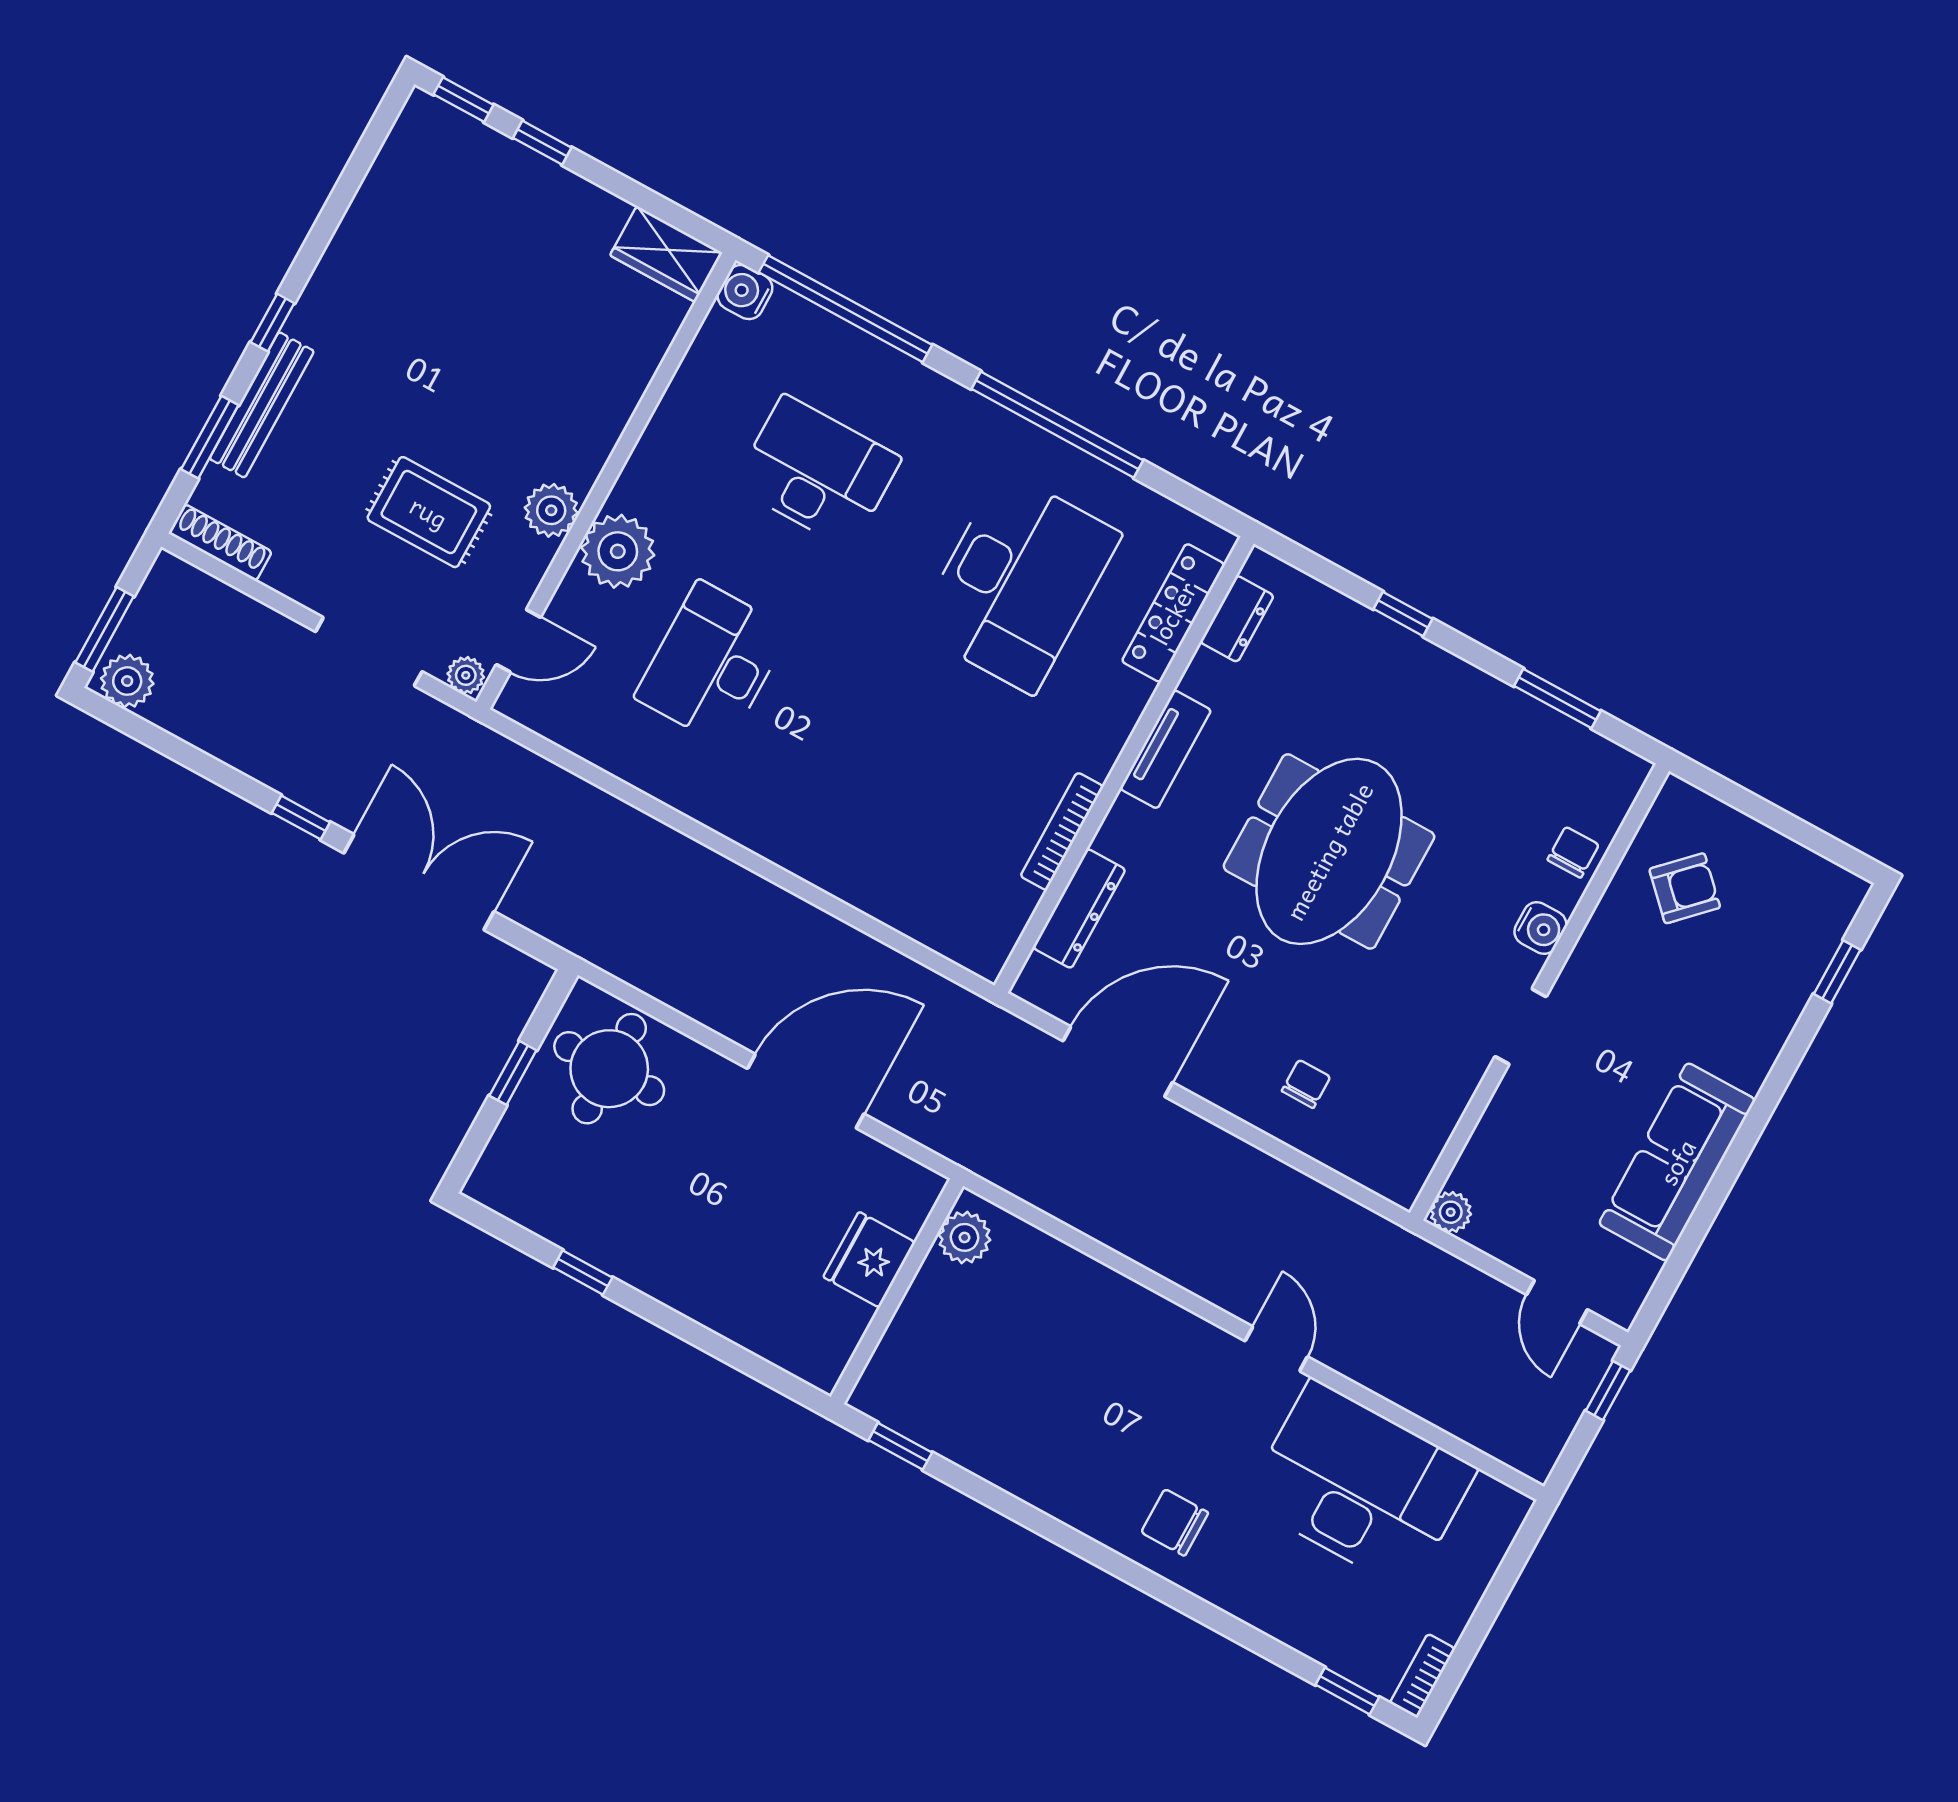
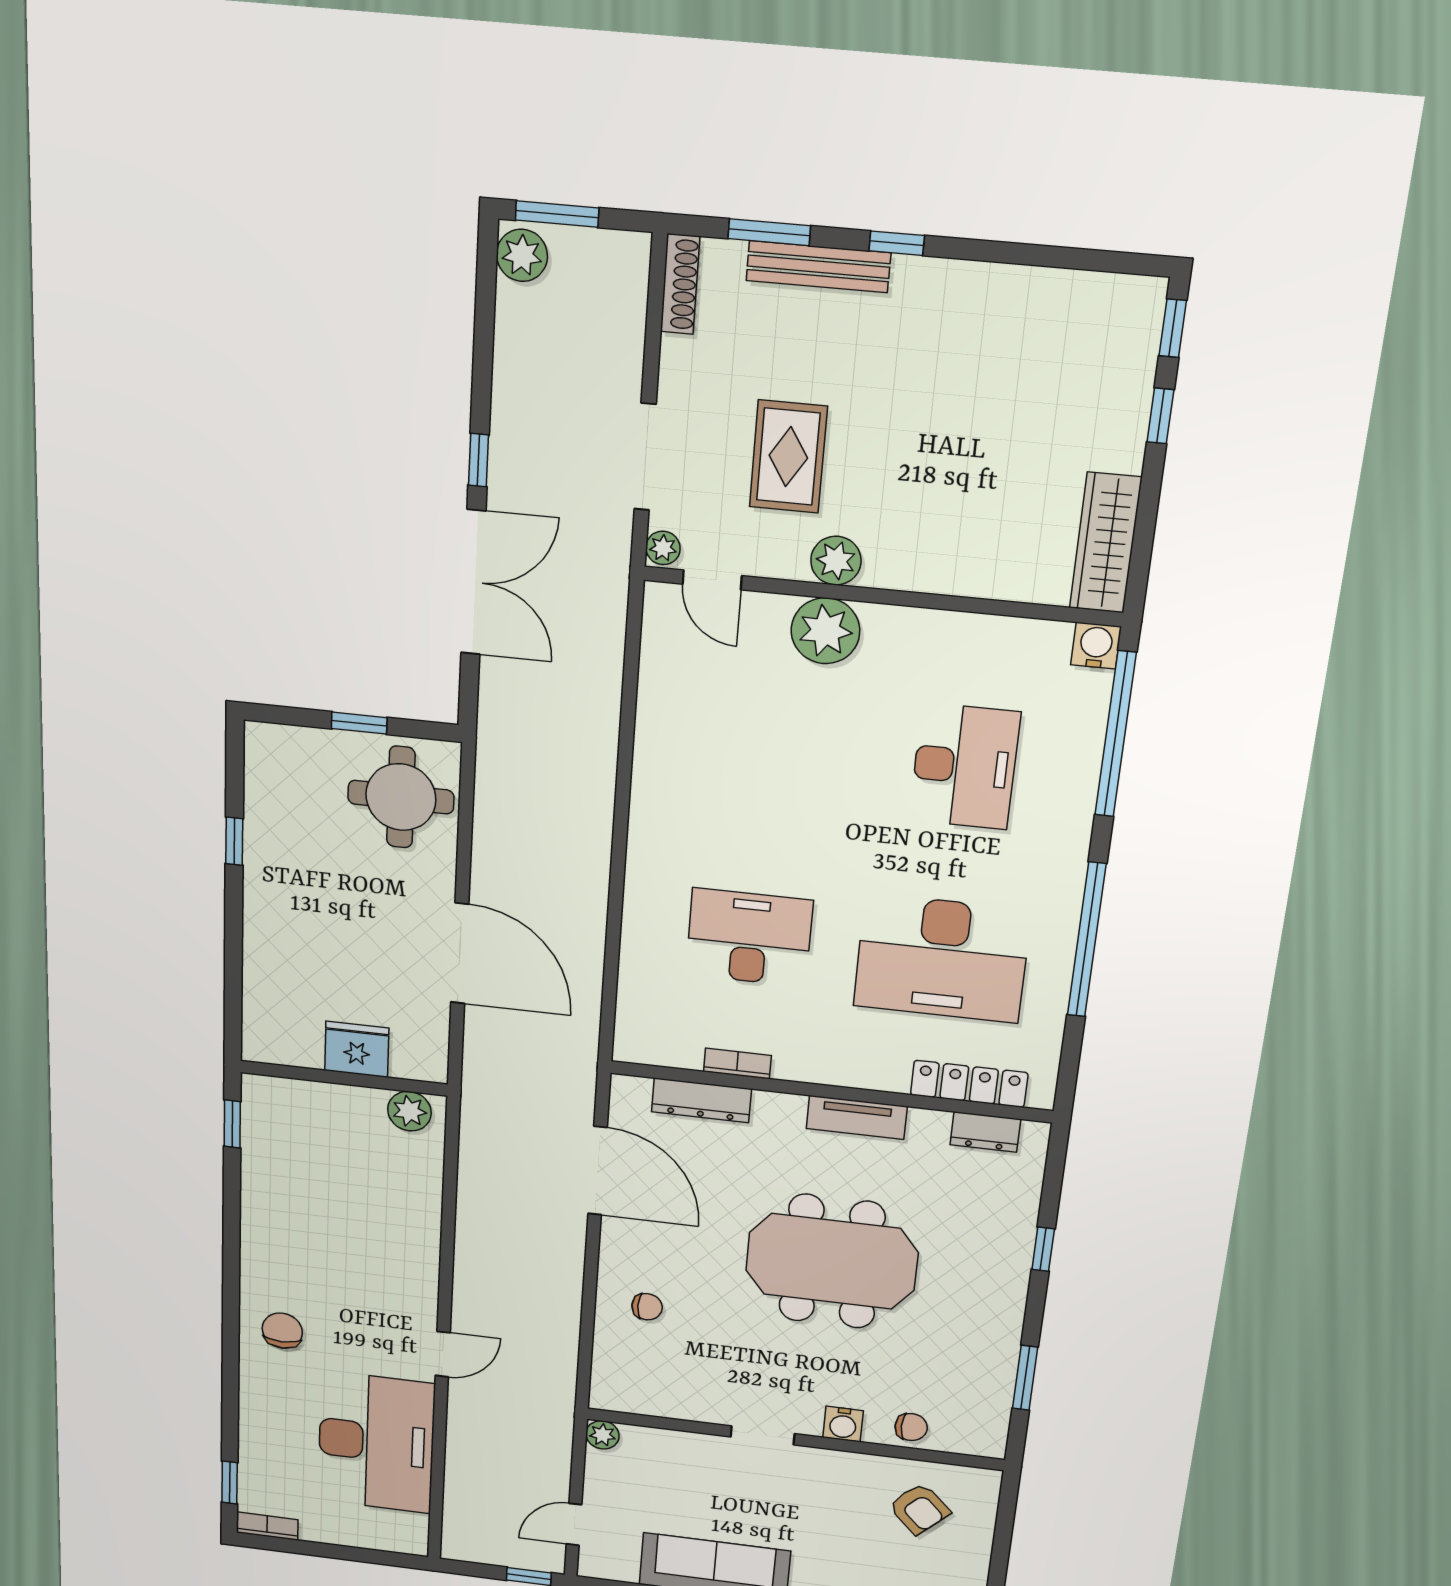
wardrobe: (666, 254) -> (1106, 543), width x1.50
desk: (712, 663) -> (749, 938), moved
bookcase: (1062, 831) -> (737, 1064), width x0.64

